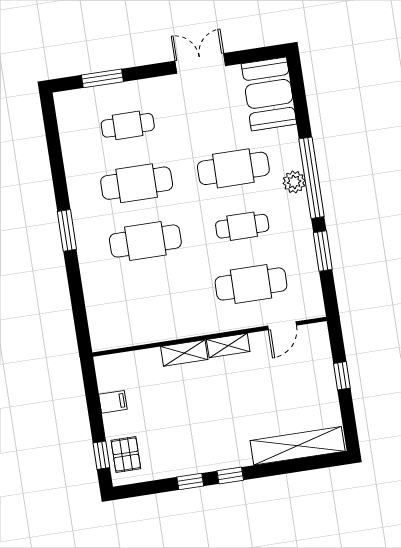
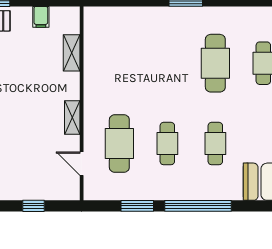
cafe table: (233, 168) -> (215, 144), width x0.73, depth x0.74
plant: (294, 182) -> (197, 191), removed
cafe table: (145, 241) -> (167, 63), removed
shelving: (184, 353) -> (72, 53), moved

